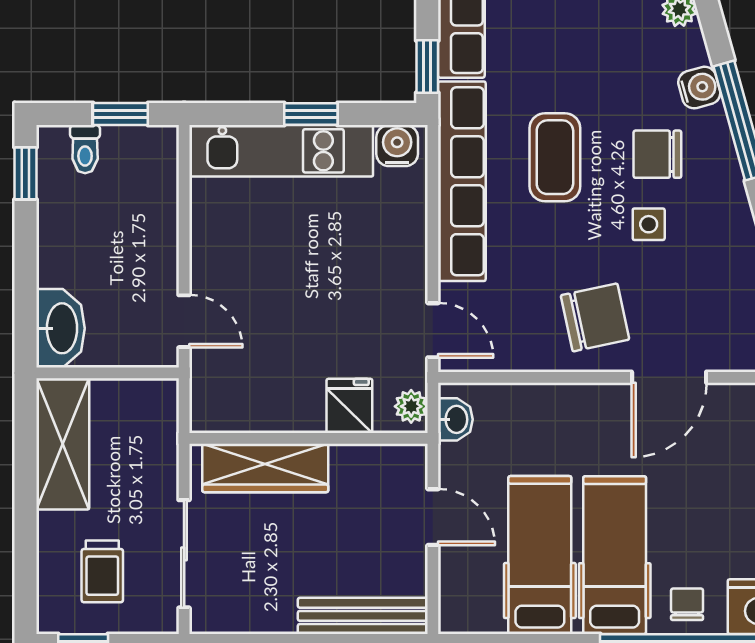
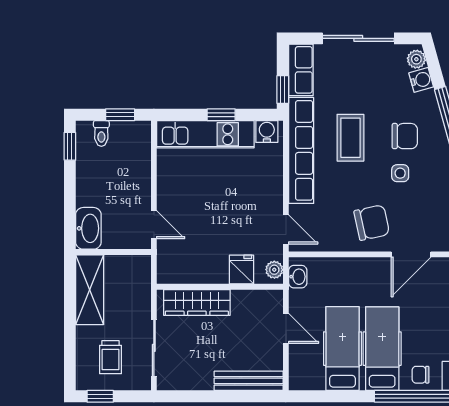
water cooler: (699, 88) -> (421, 80), moved
chair: (657, 154) -> (405, 136), turned 180
chair: (687, 604) -> (421, 375), turned -90

